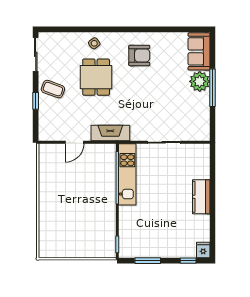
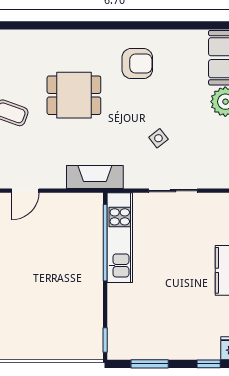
side table: (94, 43) -> (158, 138), moved
dining table: (96, 77) -> (74, 95), turned 90
door: (75, 142) -> (25, 191), moved

